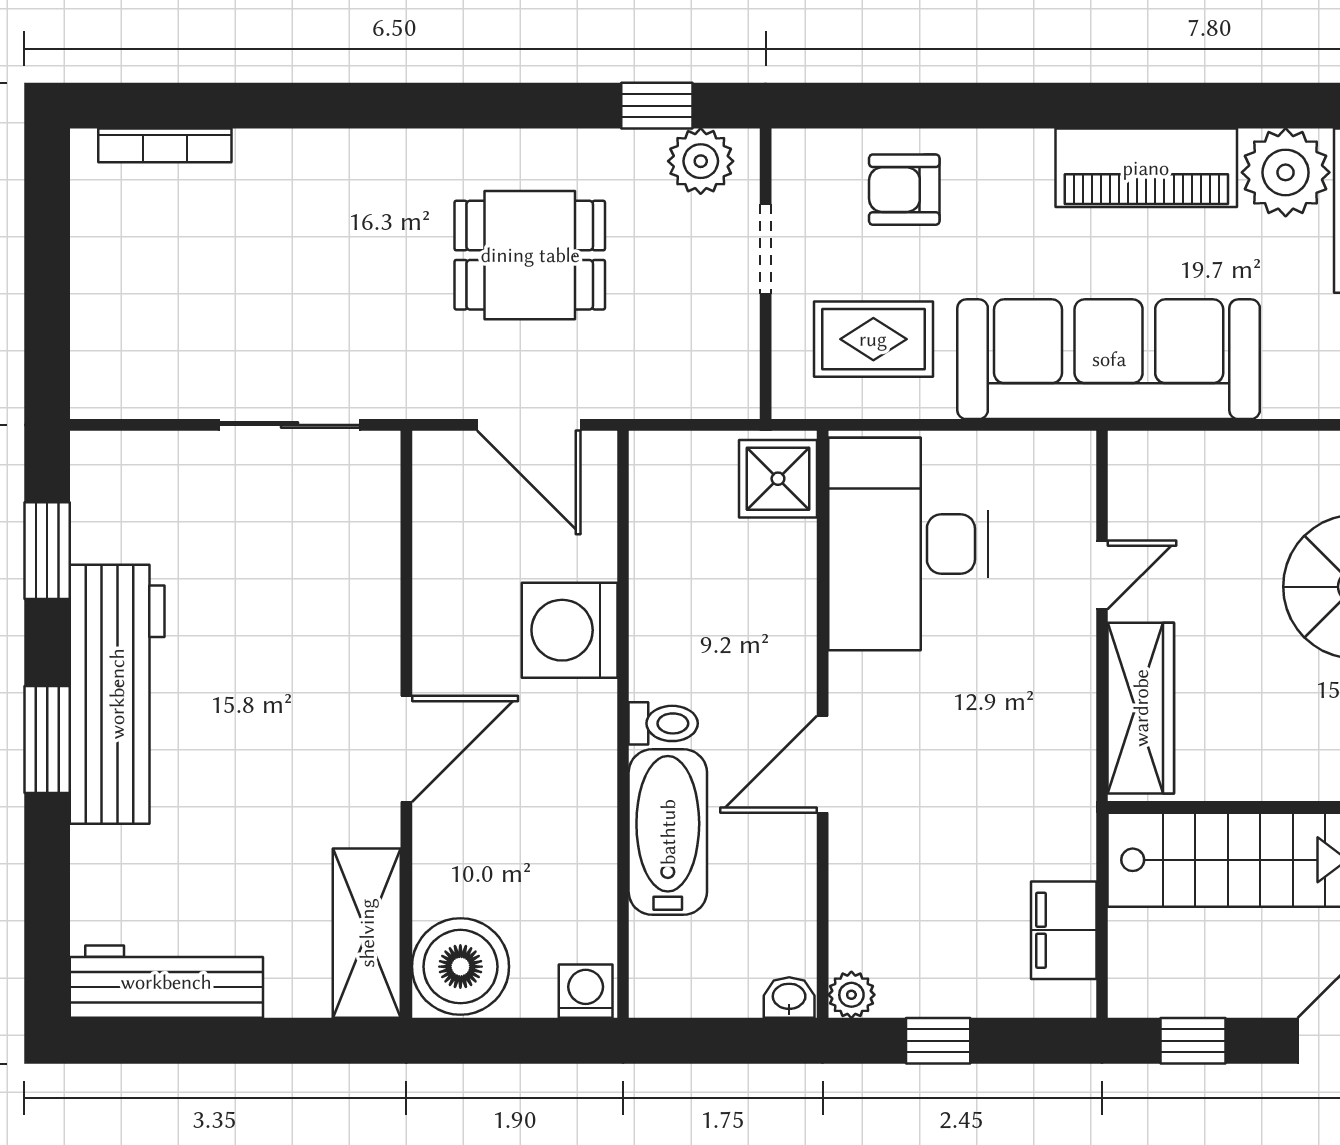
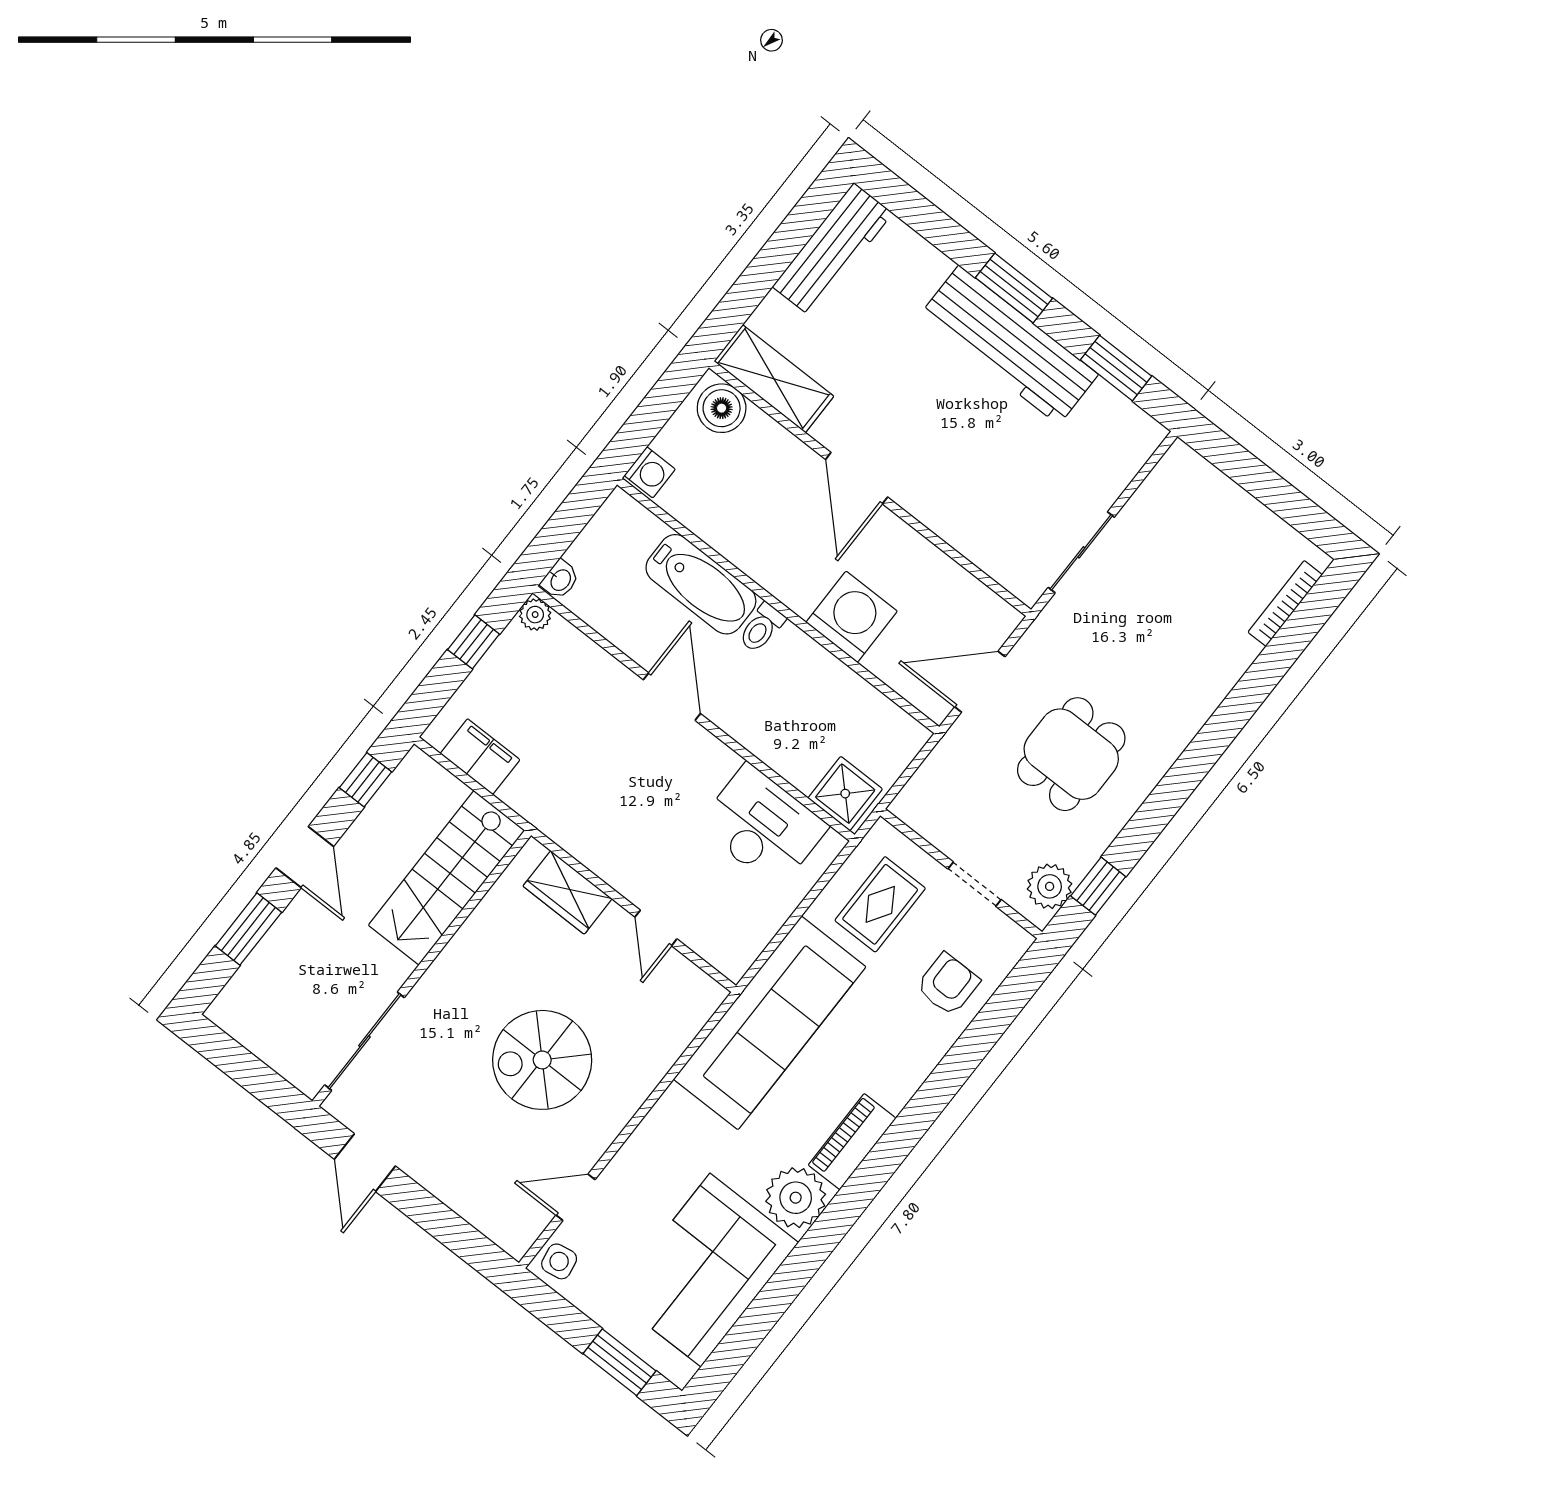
piano: (1146, 168) -> (852, 1142), width x0.73, depth x0.75
desk: (908, 544) -> (763, 826), width x0.73, depth x0.77
wardrobe: (1141, 708) -> (567, 892), width x0.67
boiler: (460, 967) -> (722, 408), width x0.73, depth x0.73

